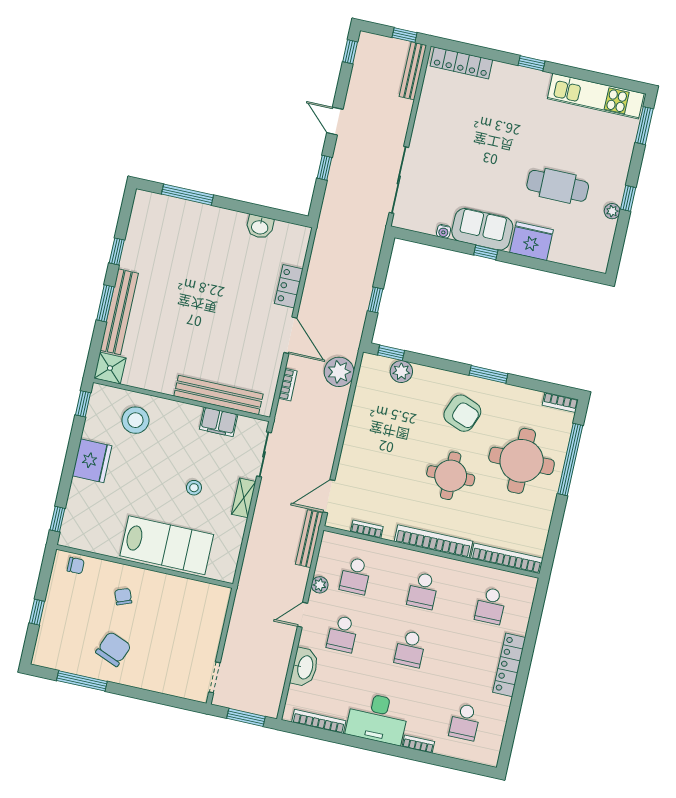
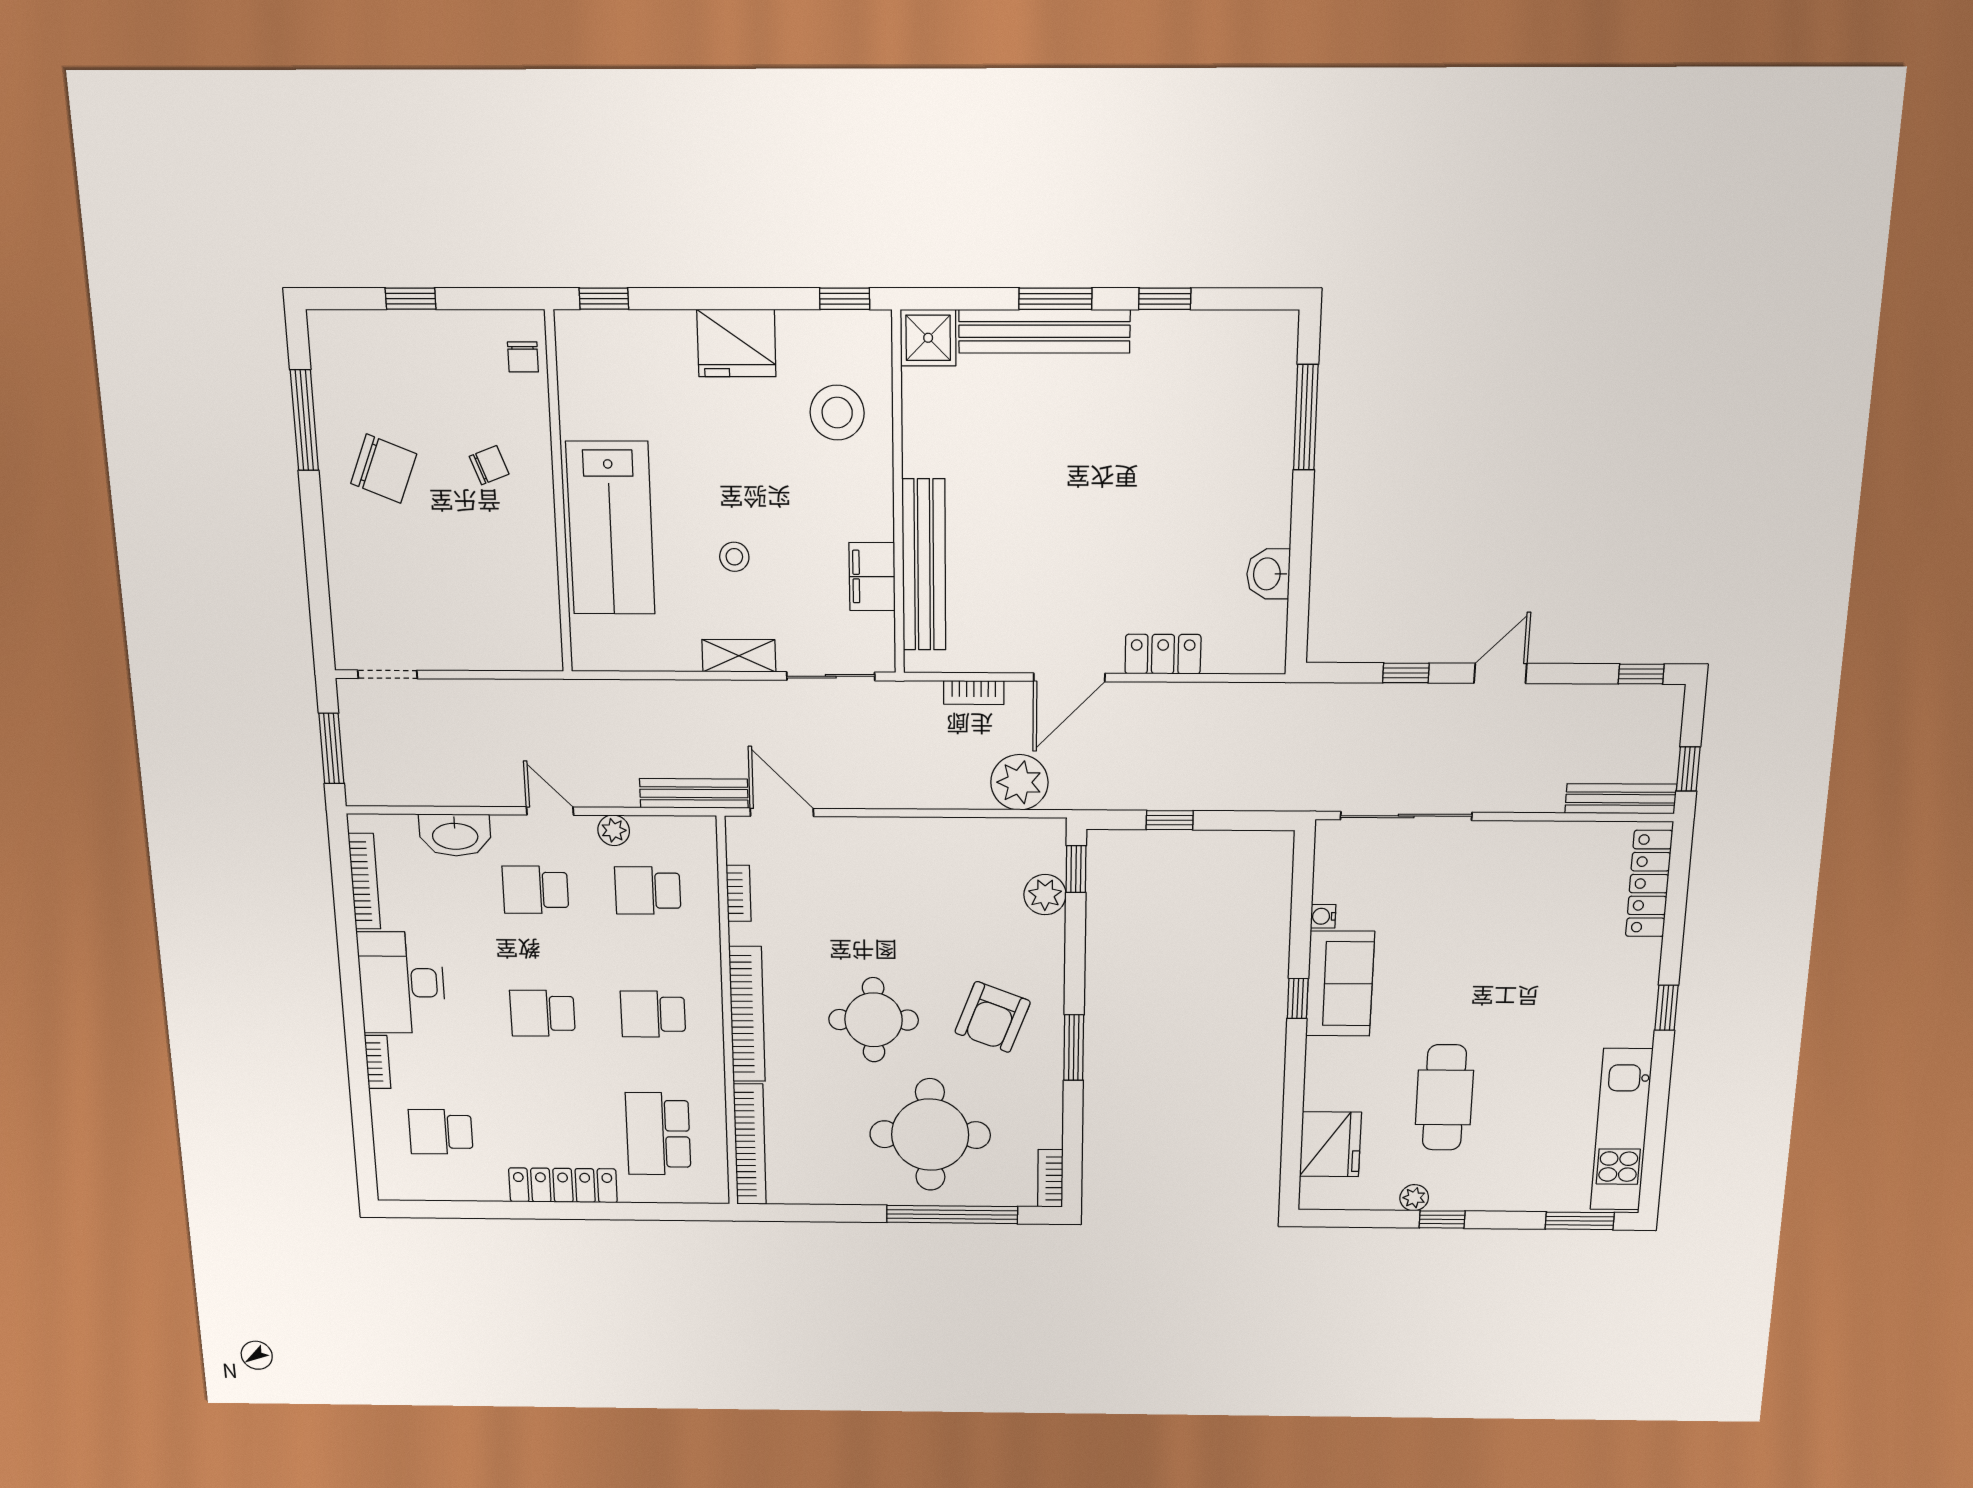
fridge: (531, 241) -> (1330, 1144), moved
school desk: (490, 606) -> (658, 1134), width x1.85

